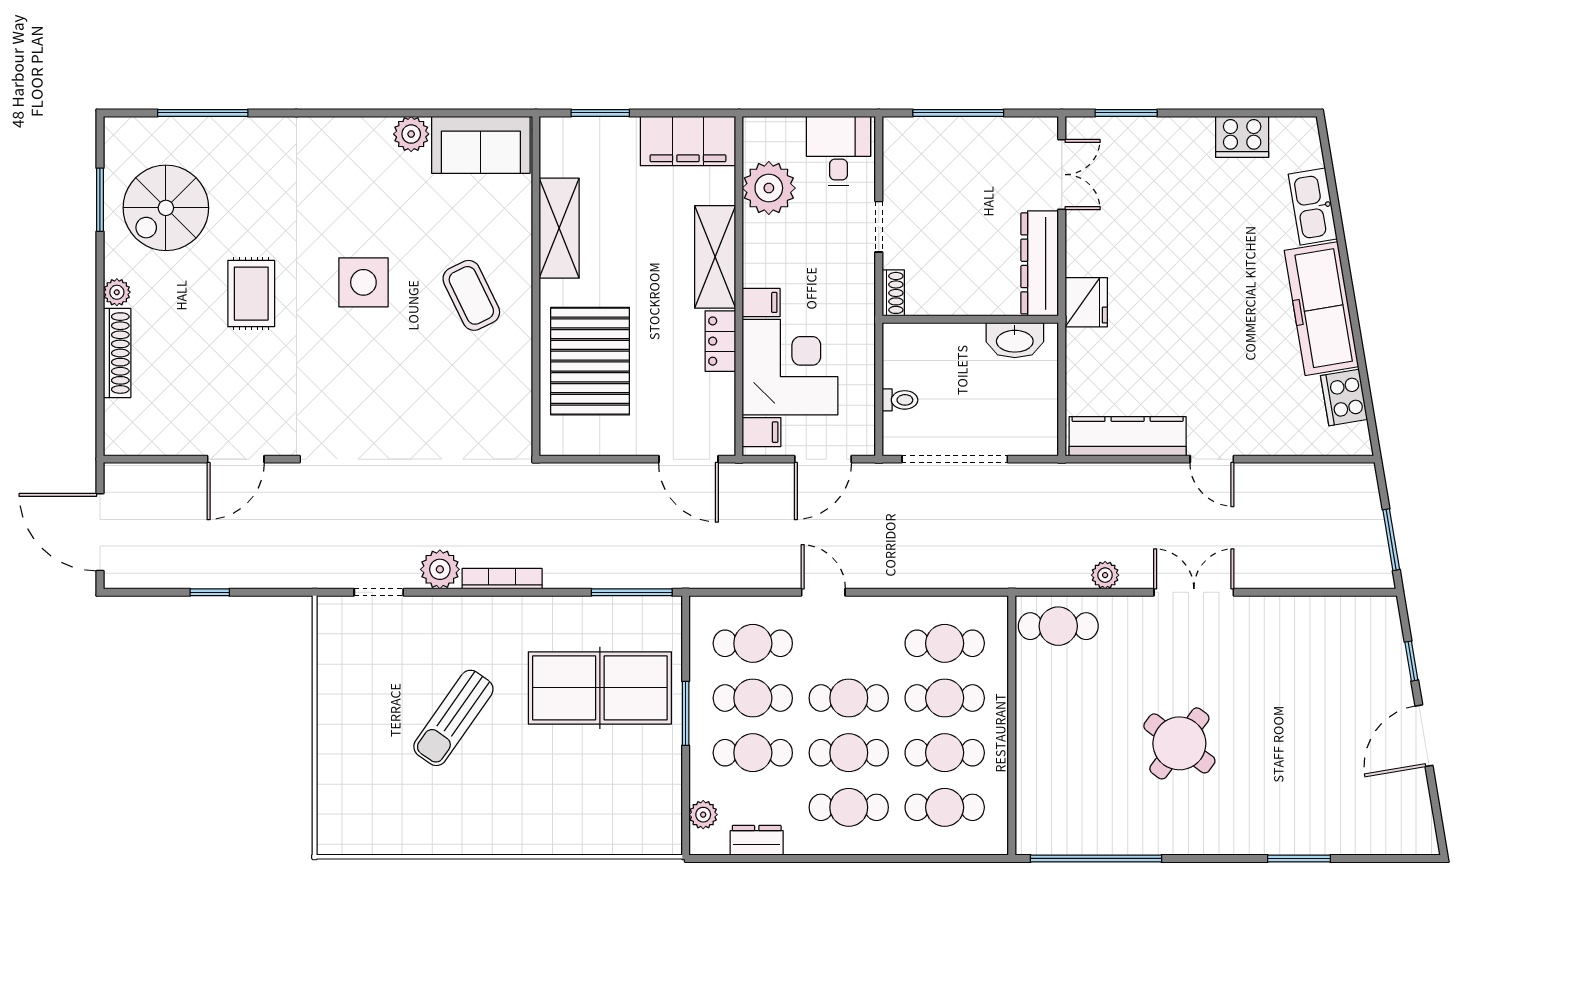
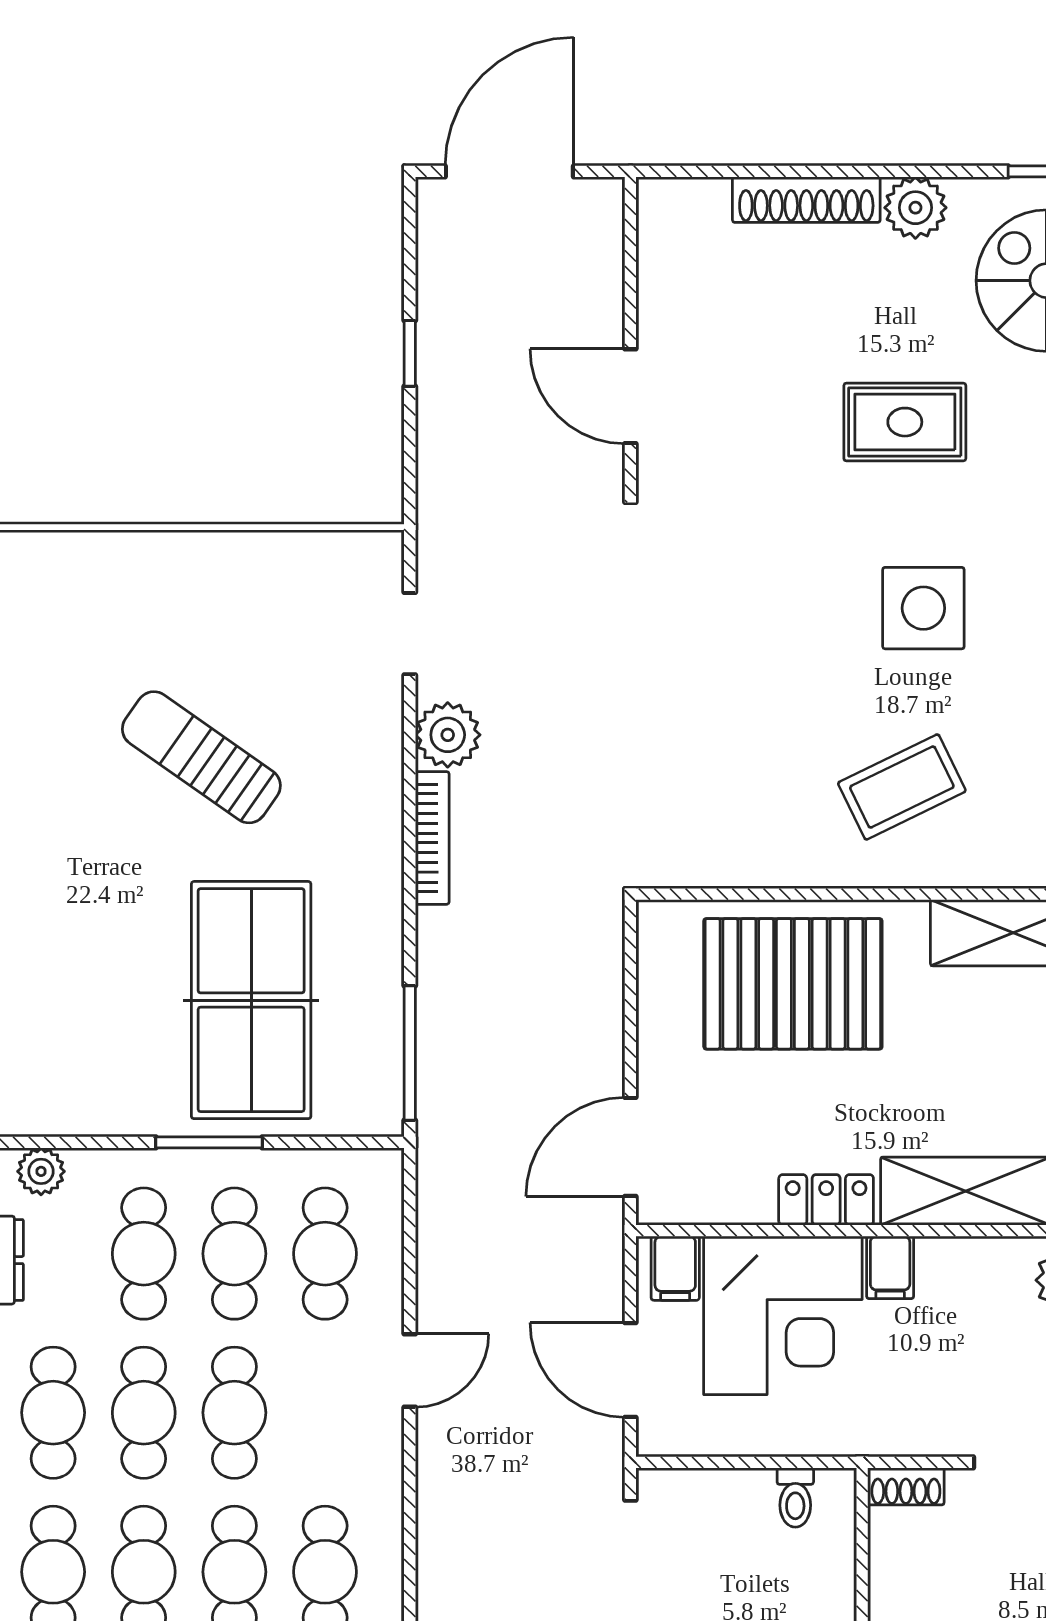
plant: (117, 292) -> (915, 208), width x1.38, depth x1.38
toilet: (900, 400) -> (795, 1498), moved

